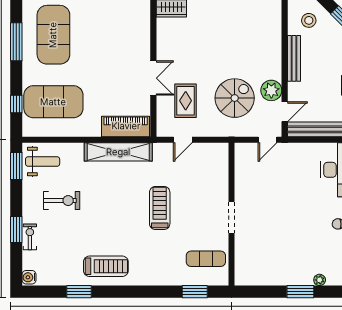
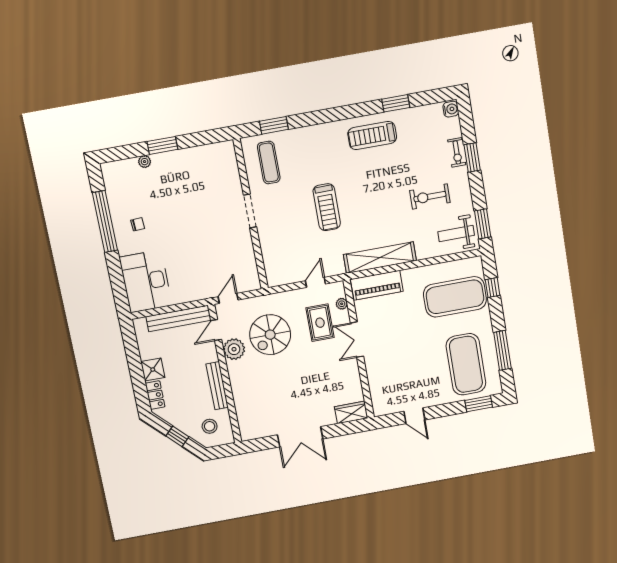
plant: (162, 115) -> (342, 304), added
exercise mat: (206, 259) -> (269, 162), turned 90

